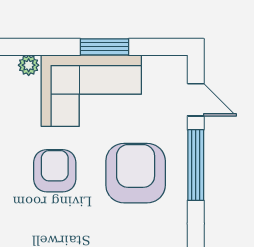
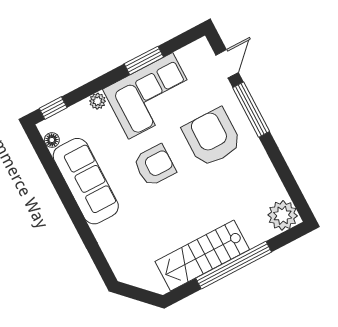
door: (196, 100) -> (227, 64), hinge flipped
armchair: (55, 171) -> (155, 165), turned 90

